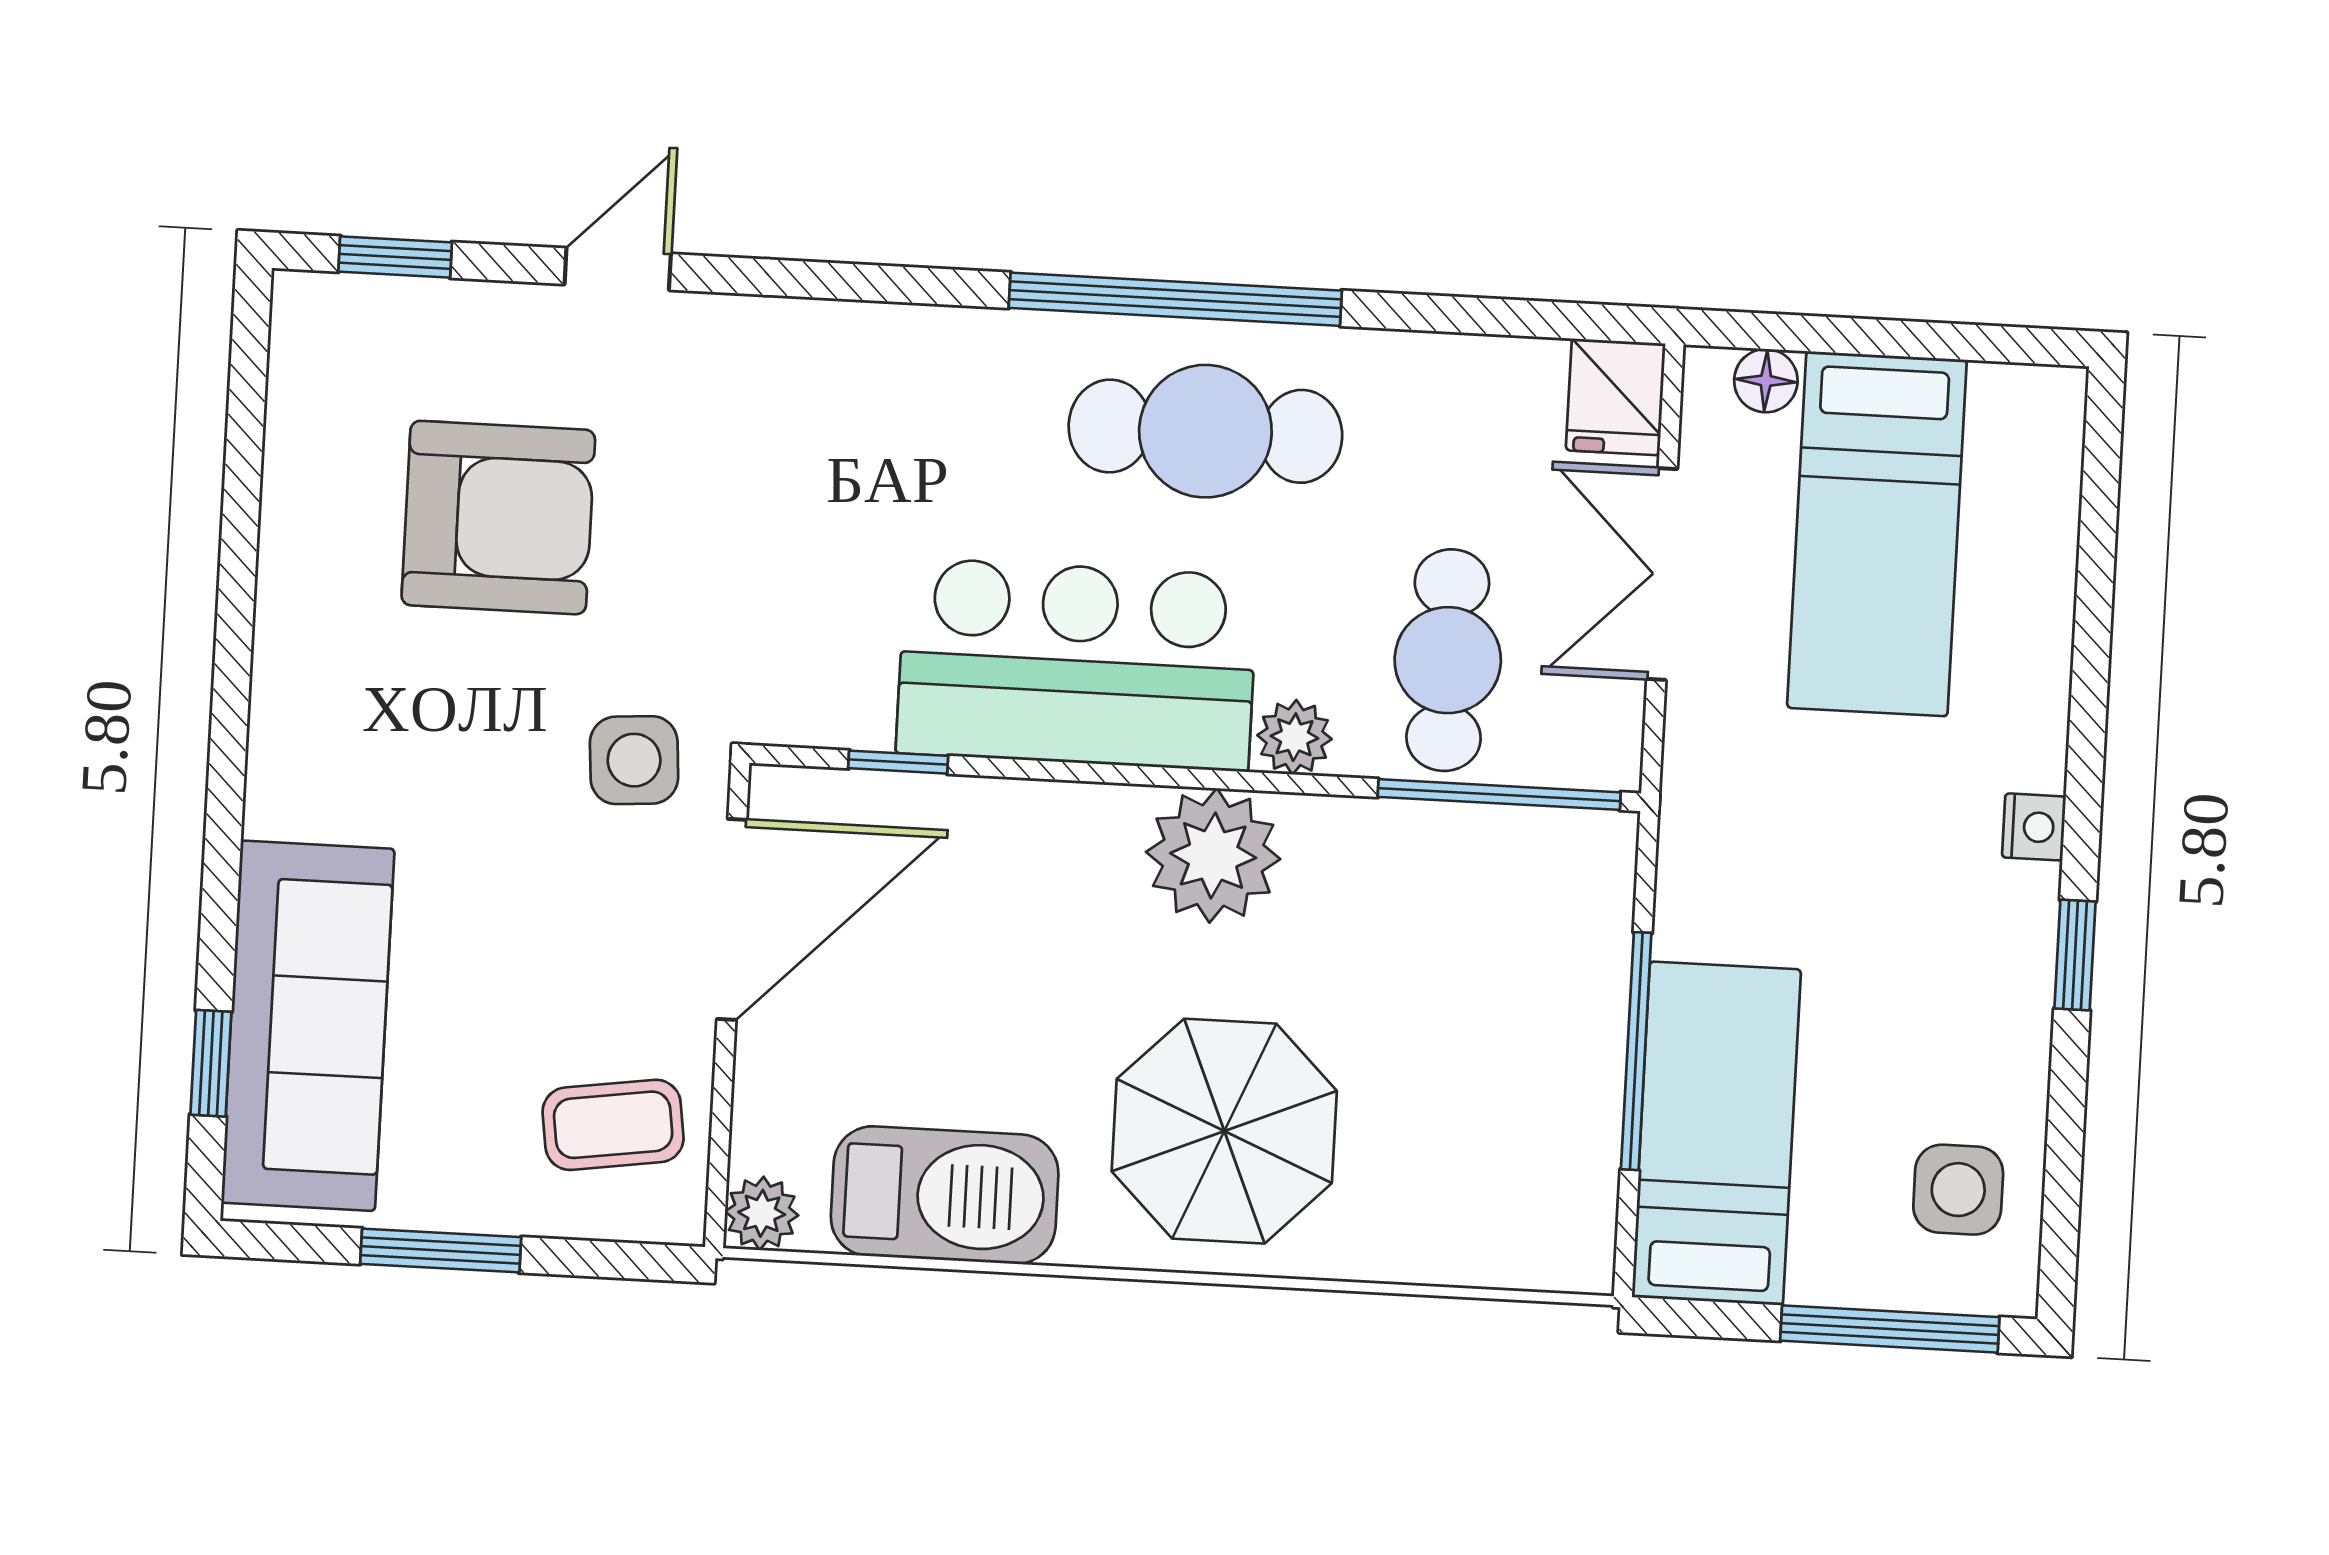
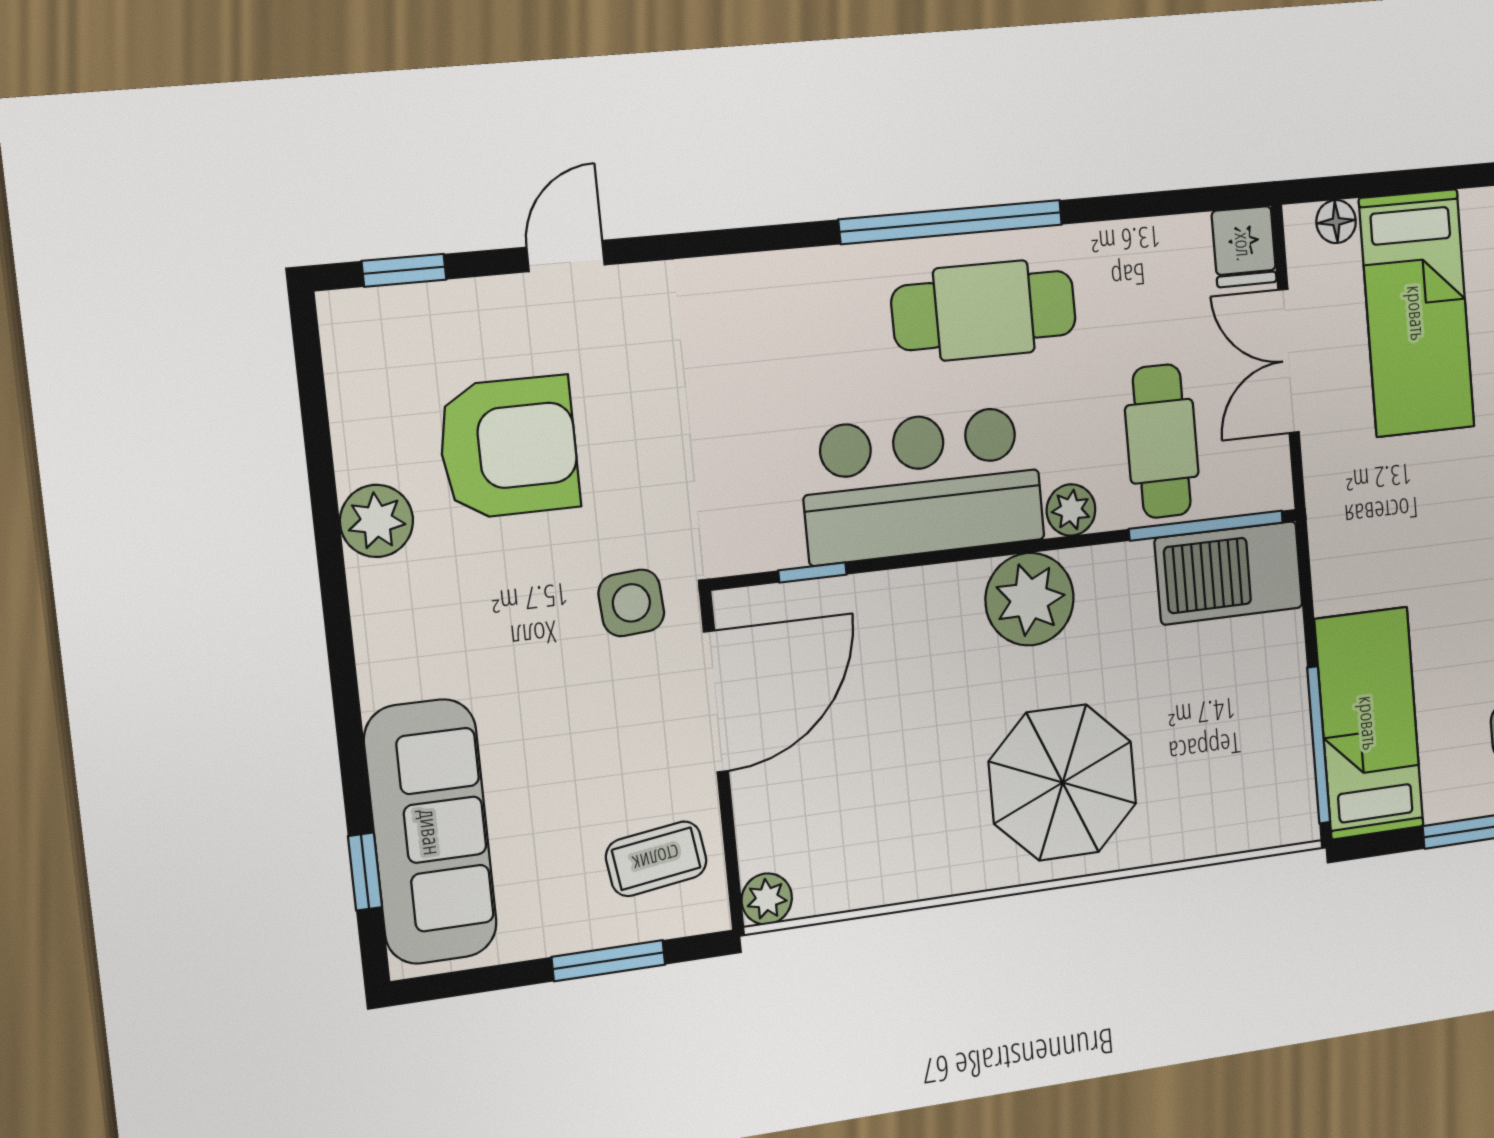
plant: (304, 588) -> (377, 521), added
window: (1636, 1051) -> (1319, 745), moved
barbecue: (945, 1195) -> (1229, 573), moved, turned 180
window: (441, 1250) -> (609, 961), moved

